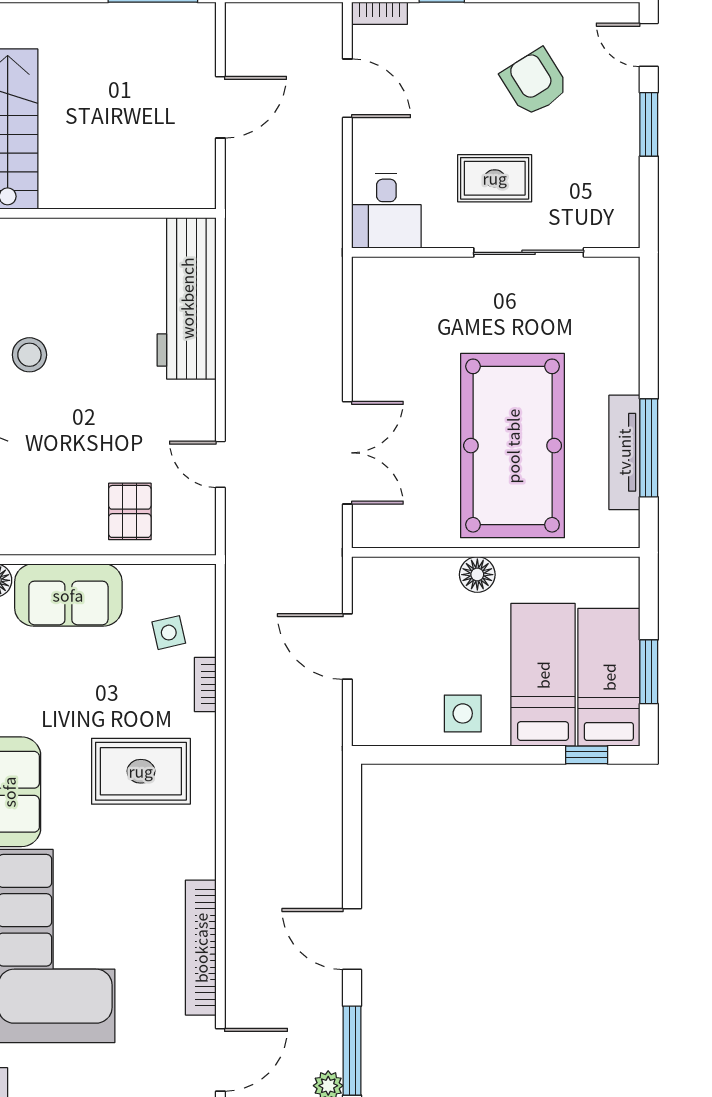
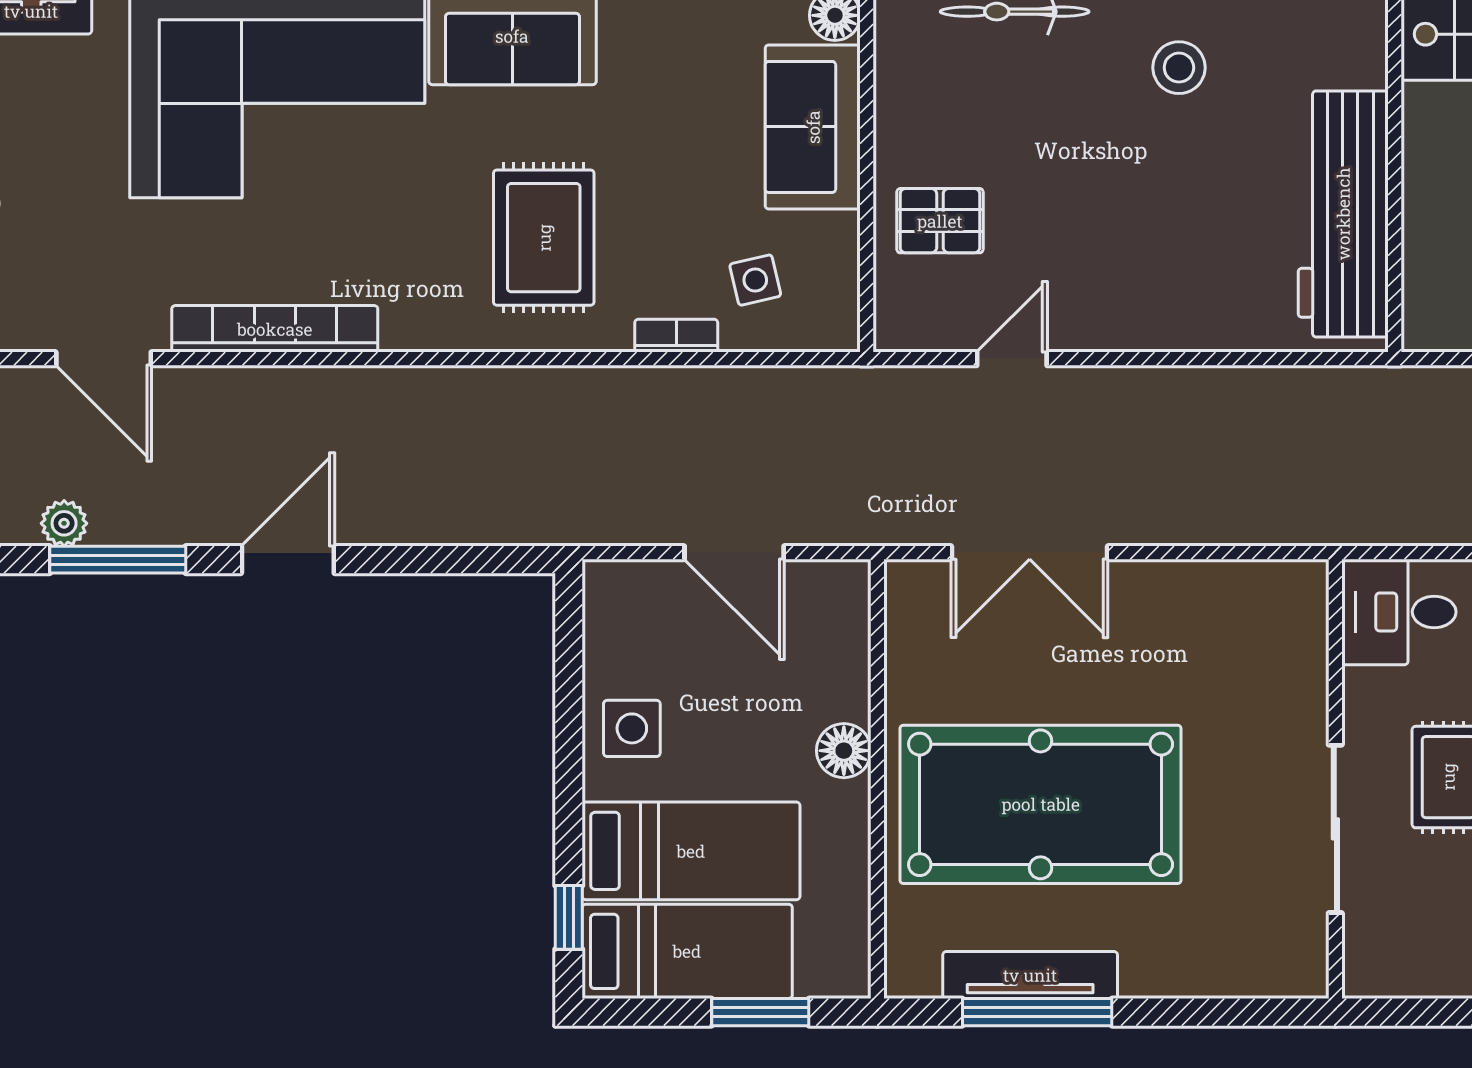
workbench: (187, 298) -> (1343, 214), moved, turned -90
door: (347, 646) -> (734, 553), swing flipped
window: (649, 672) -> (760, 1012), moved

